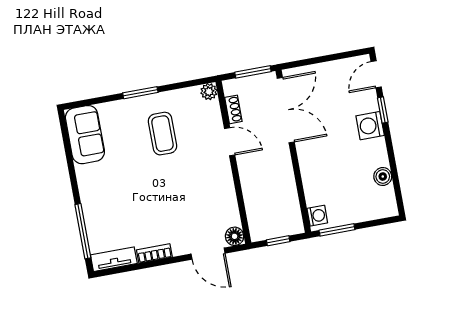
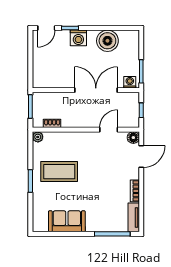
door: (376, 74) -> (46, 28), hinge flipped
double door: (286, 110) -> (96, 90), moved
coffee table: (162, 134) -> (59, 172), width x1.36, depth x1.32
sofa: (85, 135) -> (67, 221), moved
door: (230, 142) -> (109, 130), moved
boiler: (383, 176) -> (107, 41), width x1.86, depth x1.86

